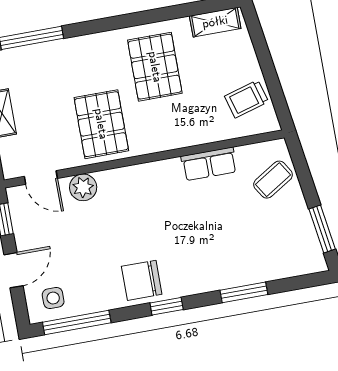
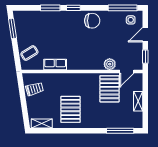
pallet: (101, 124) -> (110, 89), moved
door: (41, 177) -> (127, 71), swing flipped
window: (167, 306) -> (73, 8), moved

